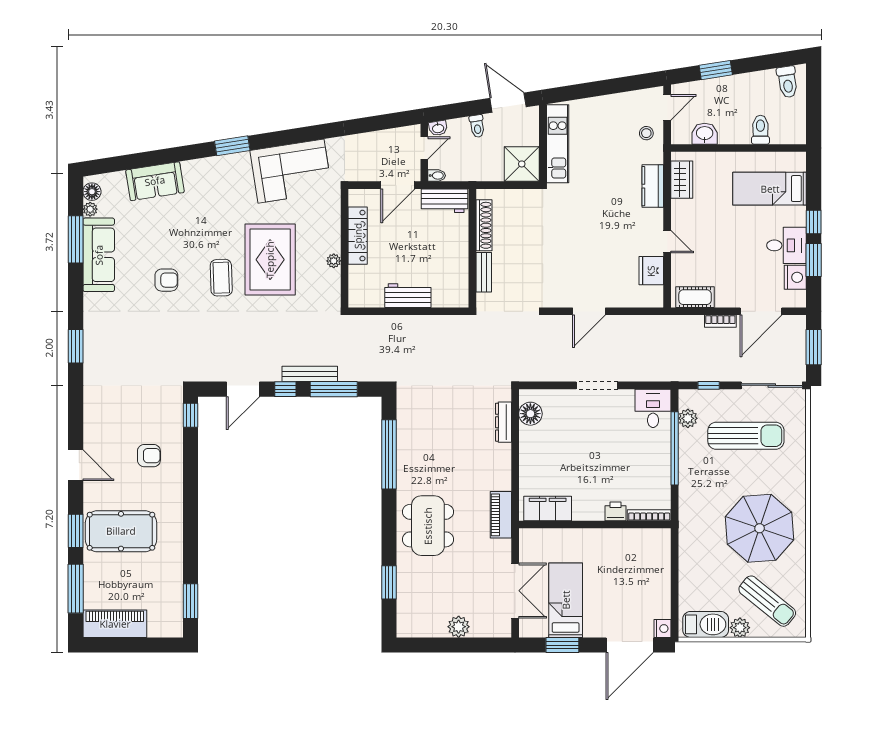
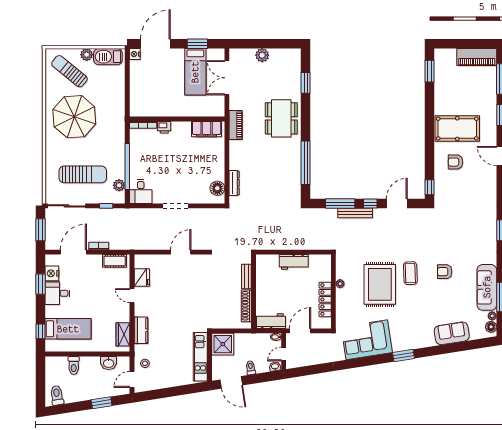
window: (814, 222) -> (40, 331), moved
sun lounger: (746, 436) -> (83, 174), turned 180
pool table: (121, 531) -> (457, 129), moved

